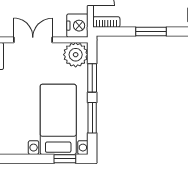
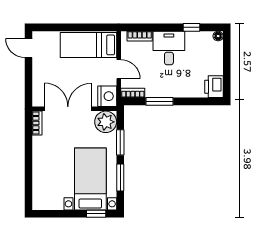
window: (151, 32) -> (160, 101), moved
double door: (33, 40) -> (68, 109), width x1.37

